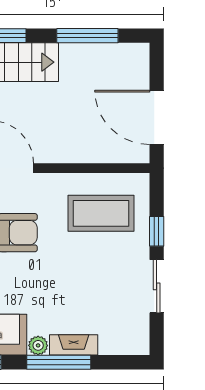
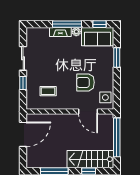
door: (157, 117) -> (23, 134), hinge flipped
coffee table: (101, 213) -> (48, 91), width x0.54, depth x0.58

